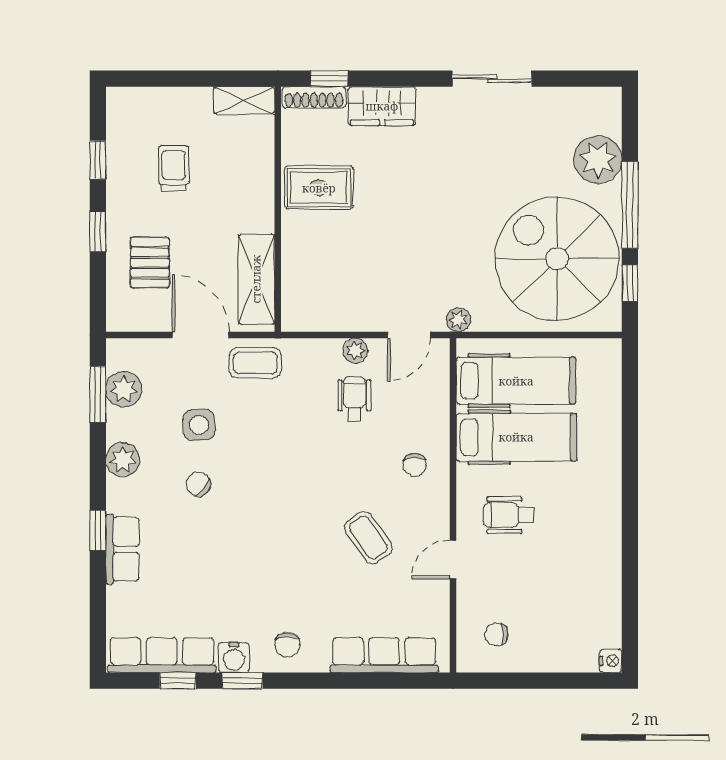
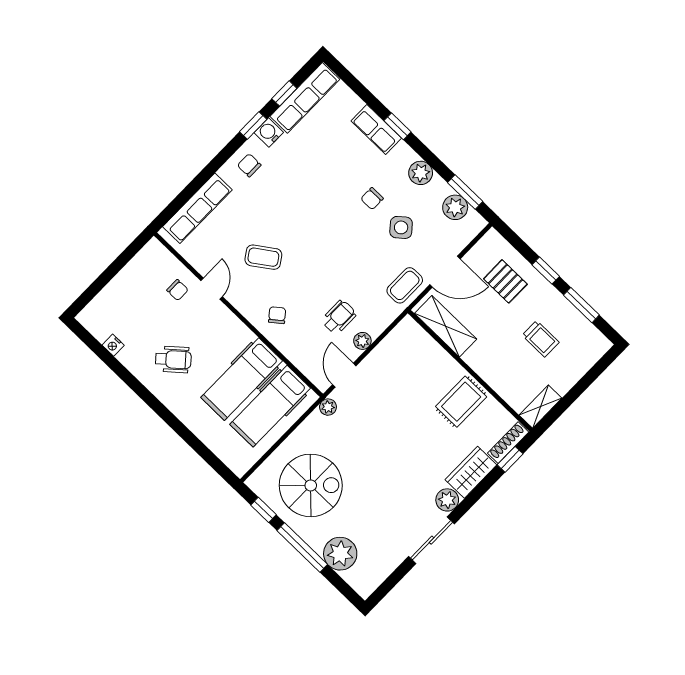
plant: (435, 103) -> (447, 500), added
window: (98, 160) -> (581, 305), width x1.50
spiral stairs: (557, 259) -> (311, 485), width x0.73, depth x0.73
wheelchair: (354, 399) -> (339, 317), turned -90
side table: (199, 425) -> (401, 227), turned -36
chair: (415, 465) -> (277, 315), turned 51
chair: (198, 484) -> (372, 199), turned 139
wheelchair: (508, 515) -> (173, 359), moved, turned 49
chair: (496, 635) -> (177, 290), moved, turned 90
nightstand: (611, 661) -> (113, 345), moved

